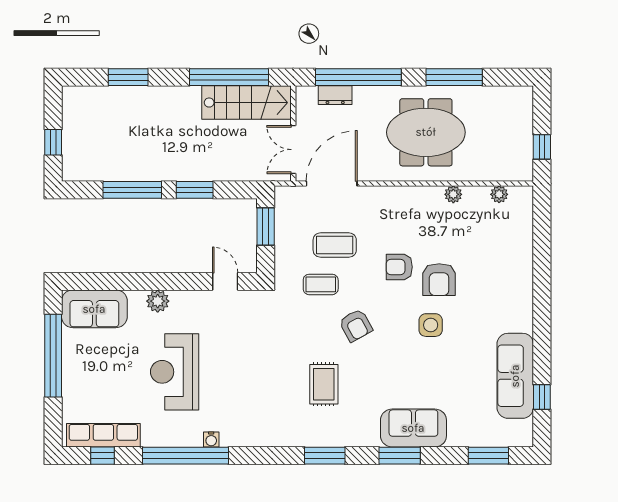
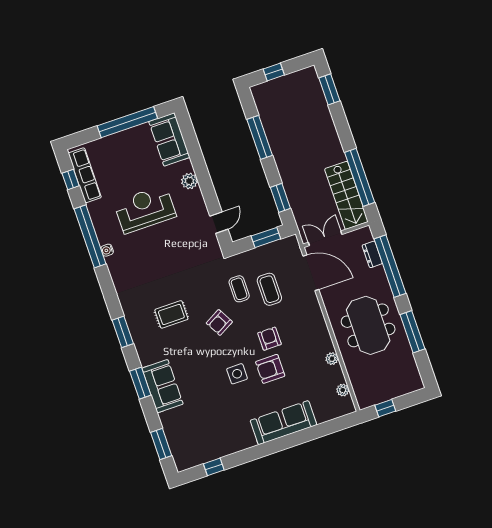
window: (128, 77) -> (329, 89), moved
window: (195, 190) -> (280, 198), moved
sofa: (515, 376) -> (283, 423), moved

